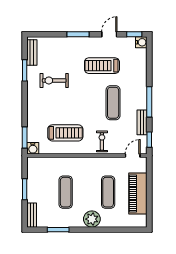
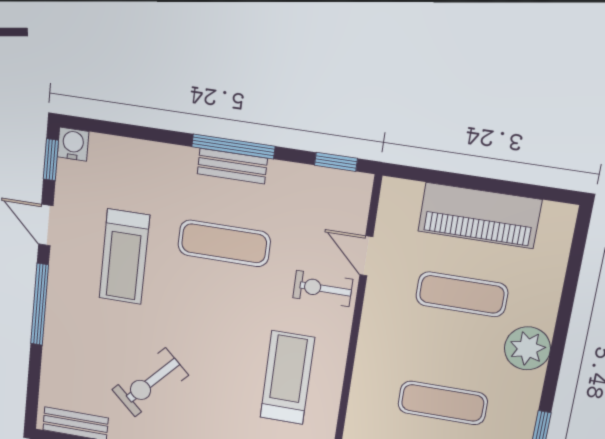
window: (78, 34) -> (40, 304), width x1.44
exercise bike: (54, 80) -> (150, 382), turned 43
bench: (142, 122) -> (232, 166), moved
door: (133, 156) -> (366, 256), moved

